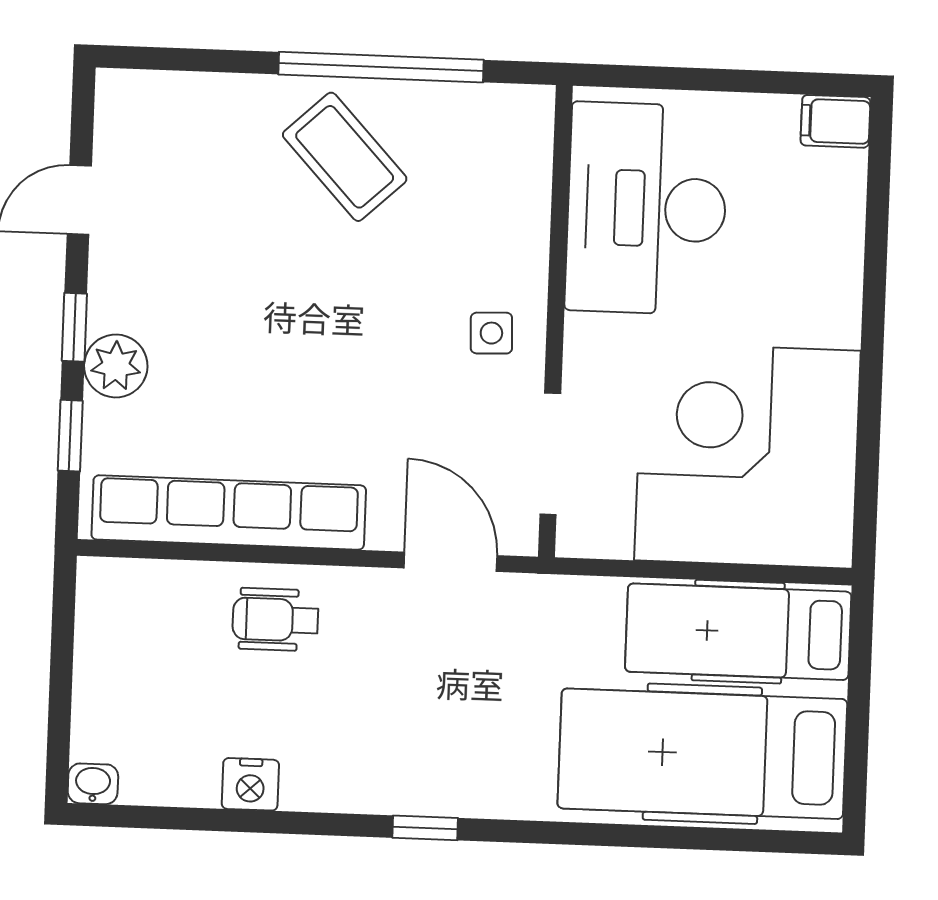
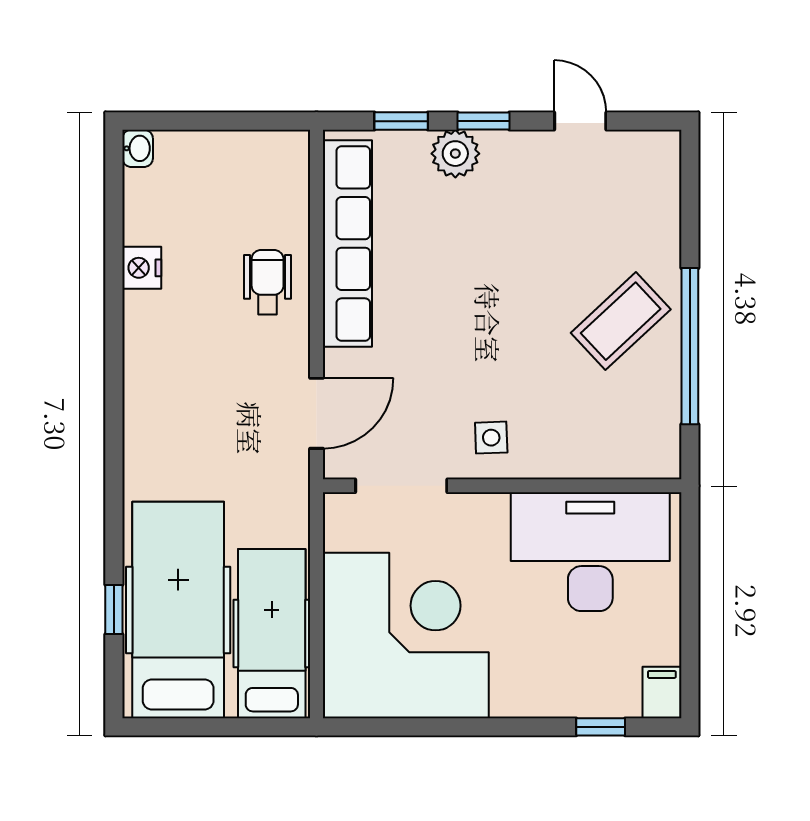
window: (878, 204) -> (601, 727), added
window: (425, 828) -> (114, 609), moved

